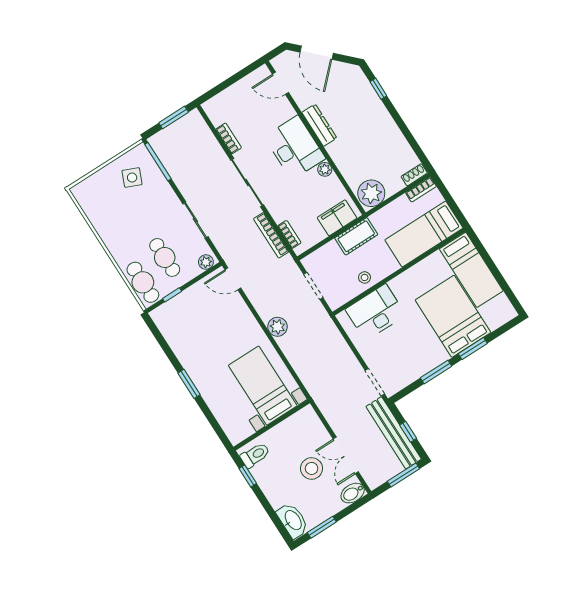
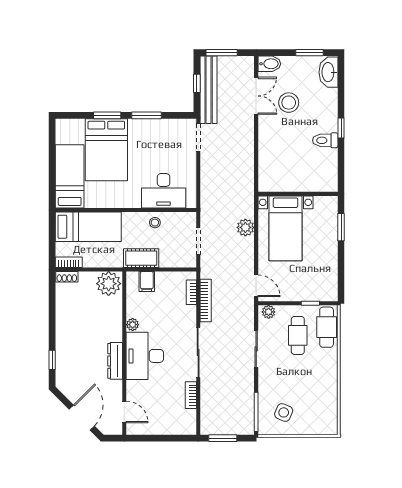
filing cabinet: (337, 218) -> (147, 282), width x0.50
bed with nightstands: (263, 386) -> (285, 228), moved
wall: (272, 425) -> (298, 194), moved

